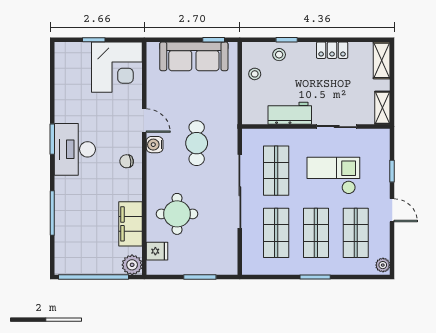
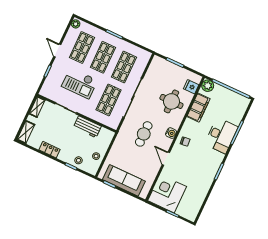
water cooler: (155, 145) -> (171, 133), moved
desk: (75, 149) -> (221, 136), moved

